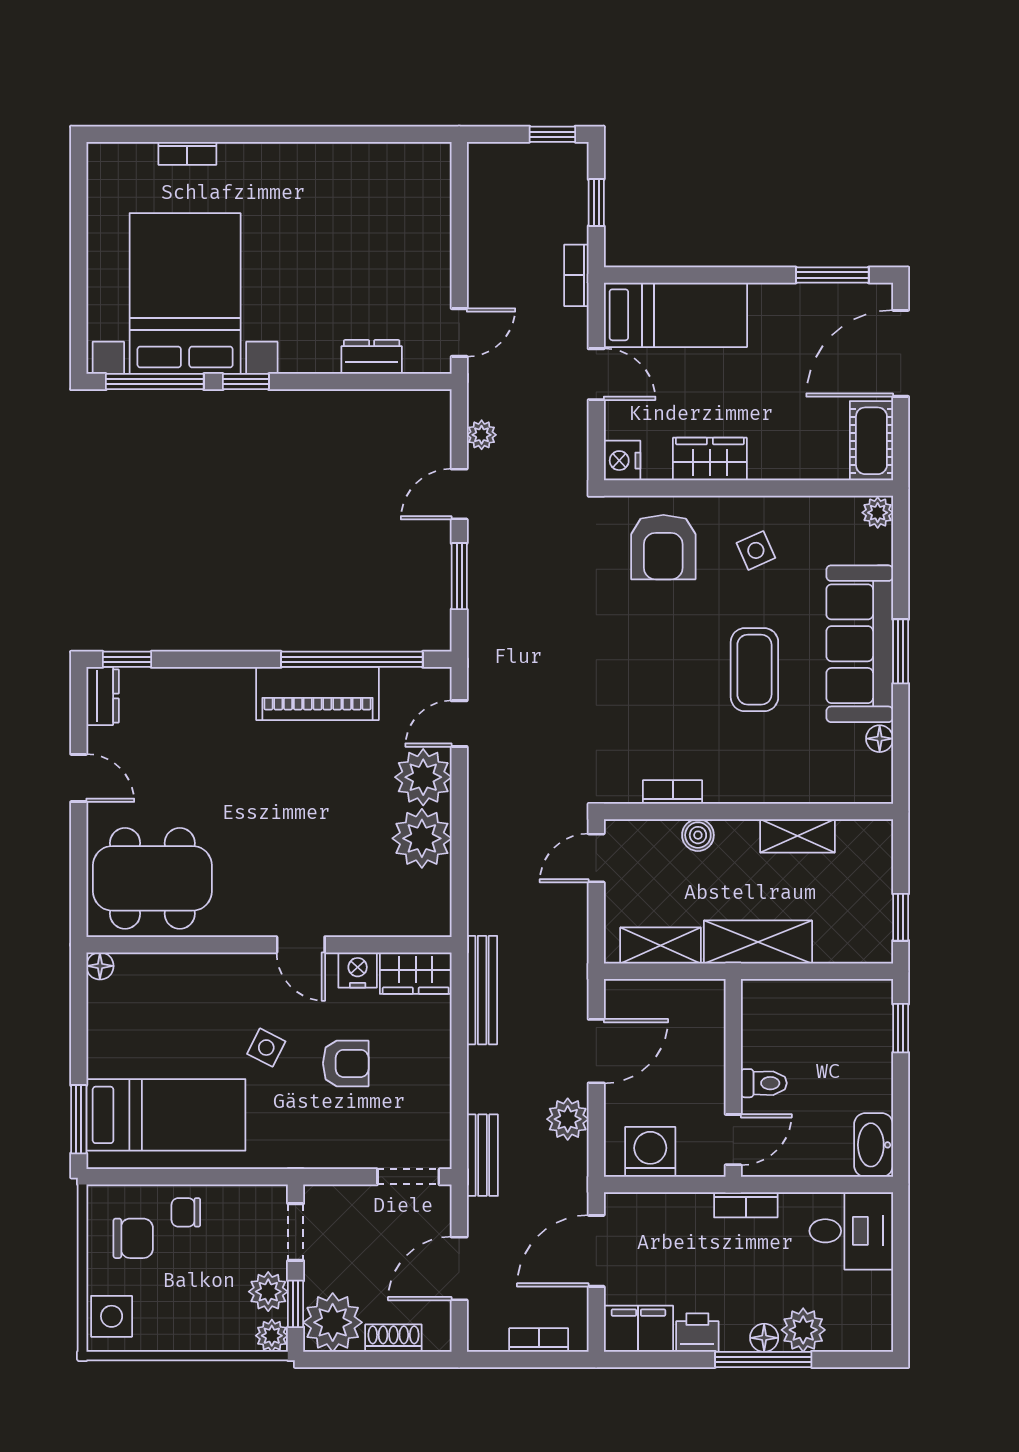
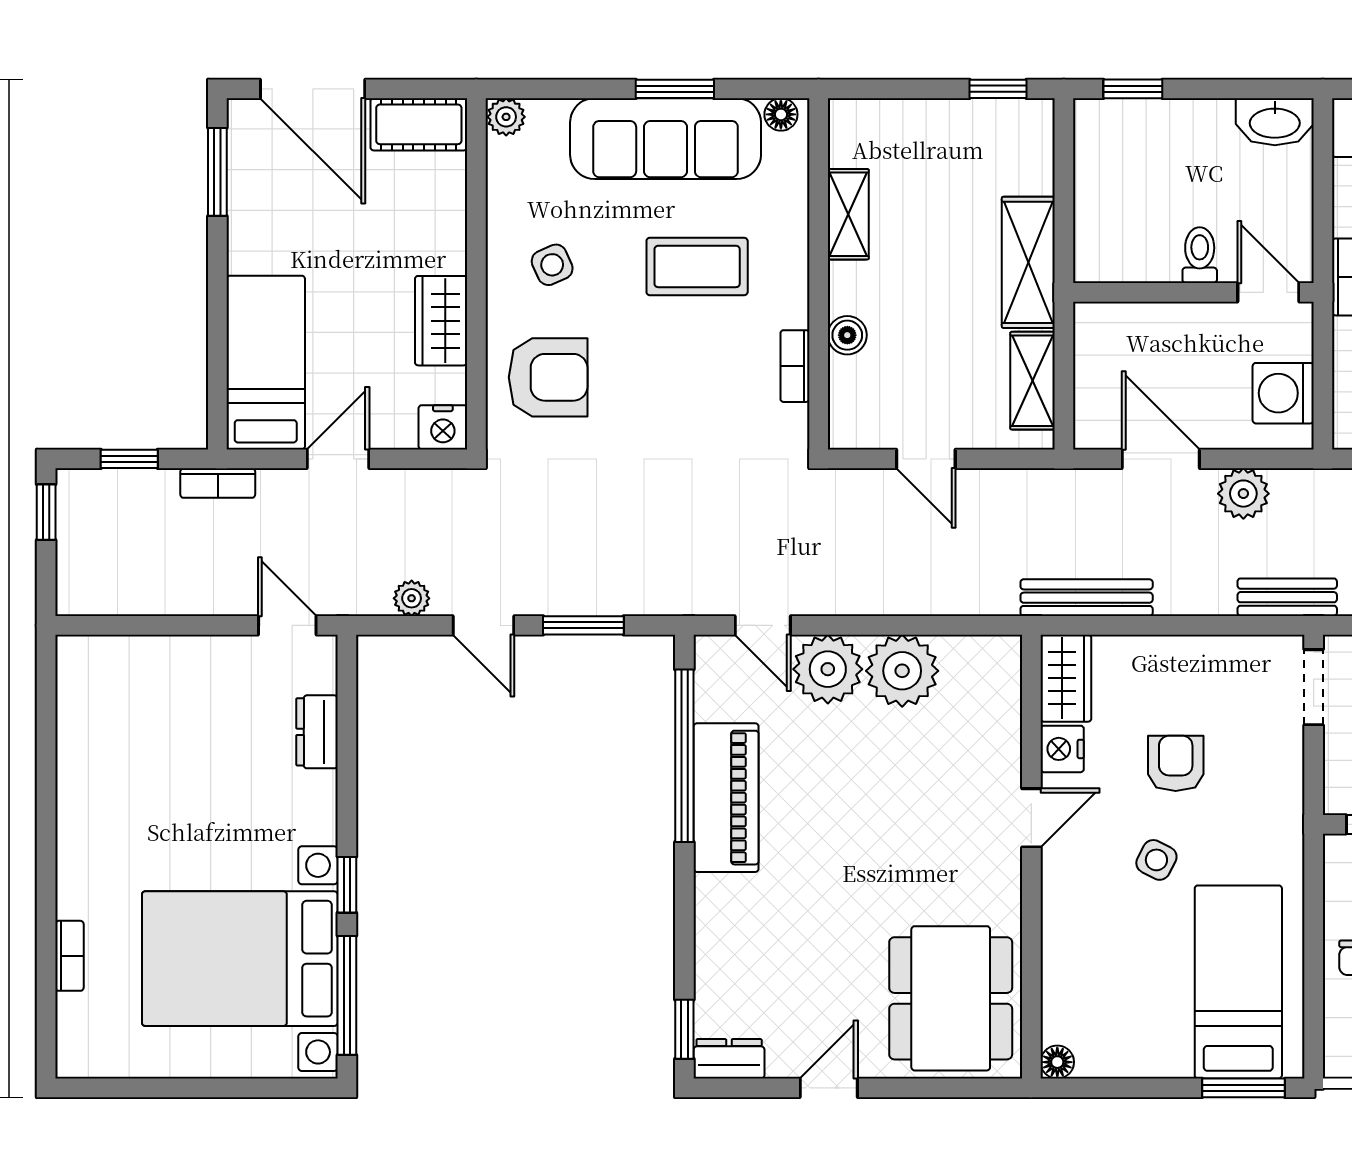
bookcase: (673, 792) -> (795, 366), moved
wall: (748, 812) -> (819, 274), moved
boiler: (698, 835) -> (847, 335), moved
shelving: (797, 836) -> (848, 214), moved

